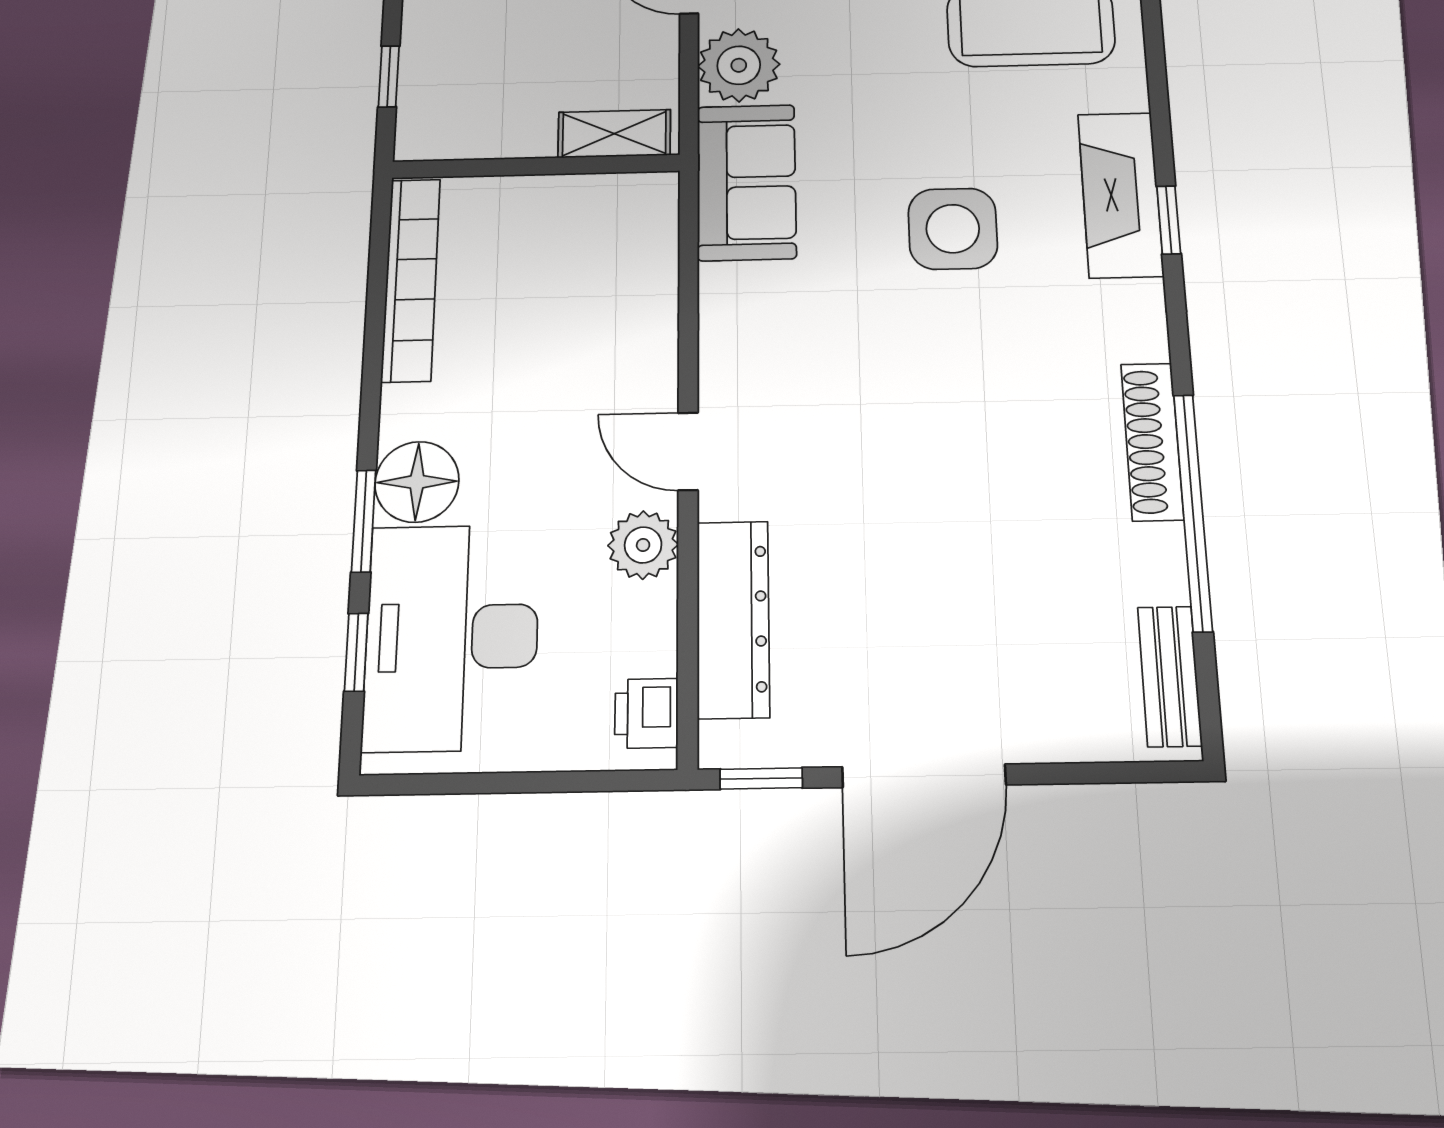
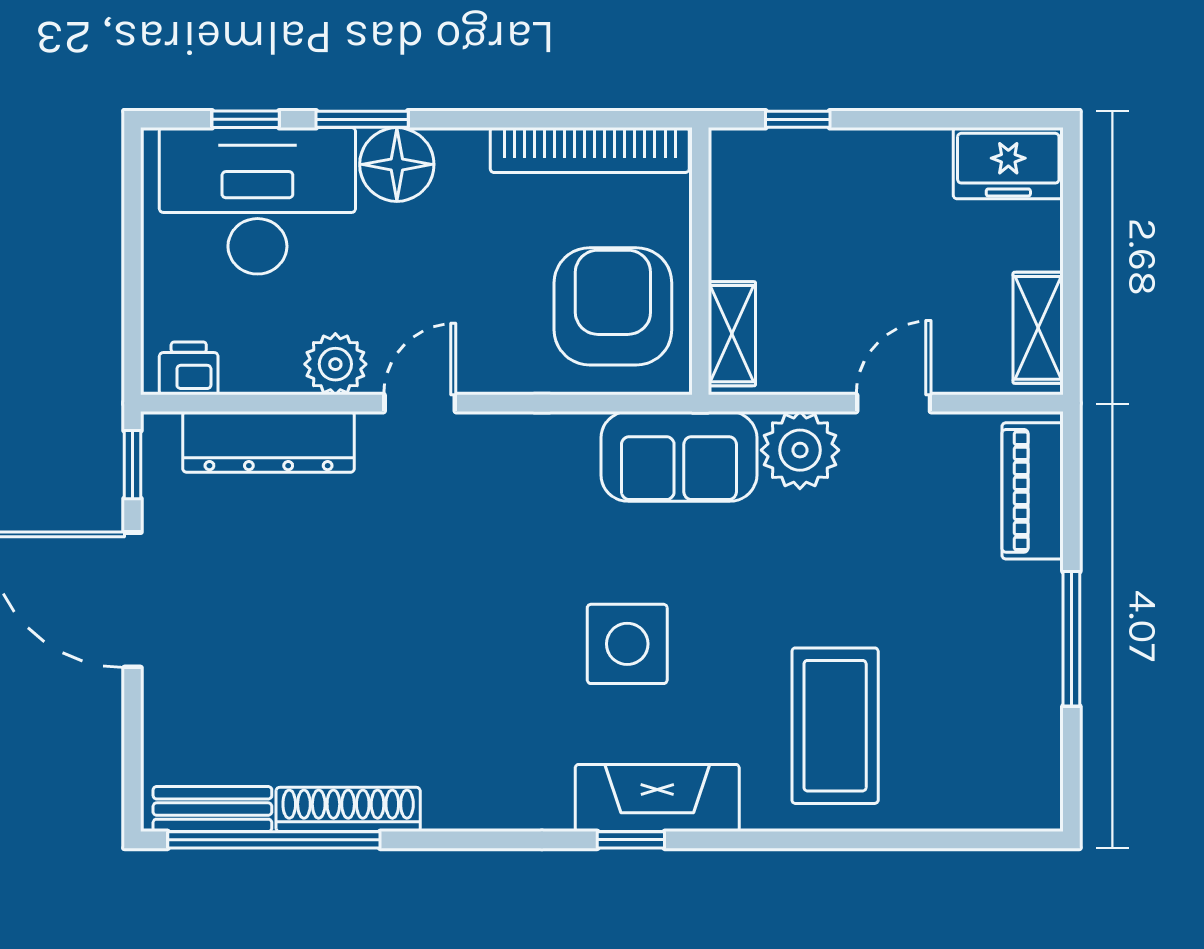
armchair: (583, 252) -> (613, 306), added
shoe rack: (1152, 441) -> (348, 809), moved
window: (1193, 511) -> (274, 840), moved

